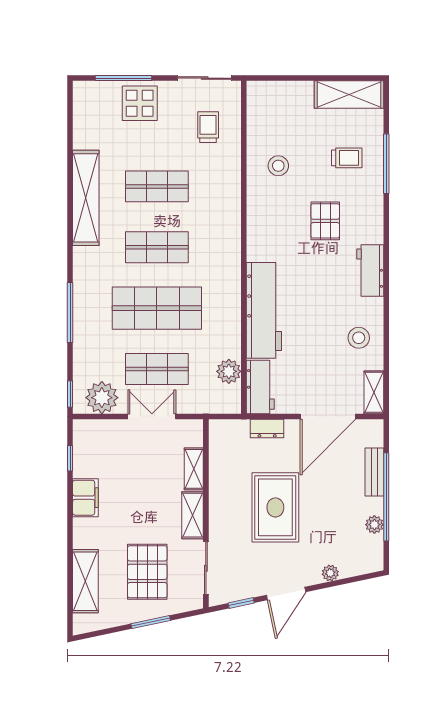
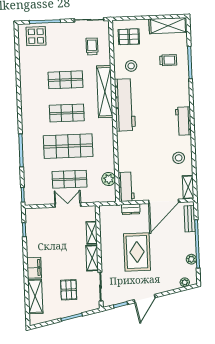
display table: (140, 103) -> (36, 36), moved
shelving: (86, 198) -> (105, 92), moved
pallet: (325, 221) -> (129, 37), moved, turned 90
workbench: (264, 310) -> (125, 105), moved
plant: (102, 398) -> (40, 196), removed
bench: (374, 472) -> (190, 219), moved
filing cabinet: (85, 498) -> (34, 268), moved
pallet: (147, 572) -> (69, 290), width x0.67, depth x0.71
plant: (330, 573) -> (185, 282), moved

